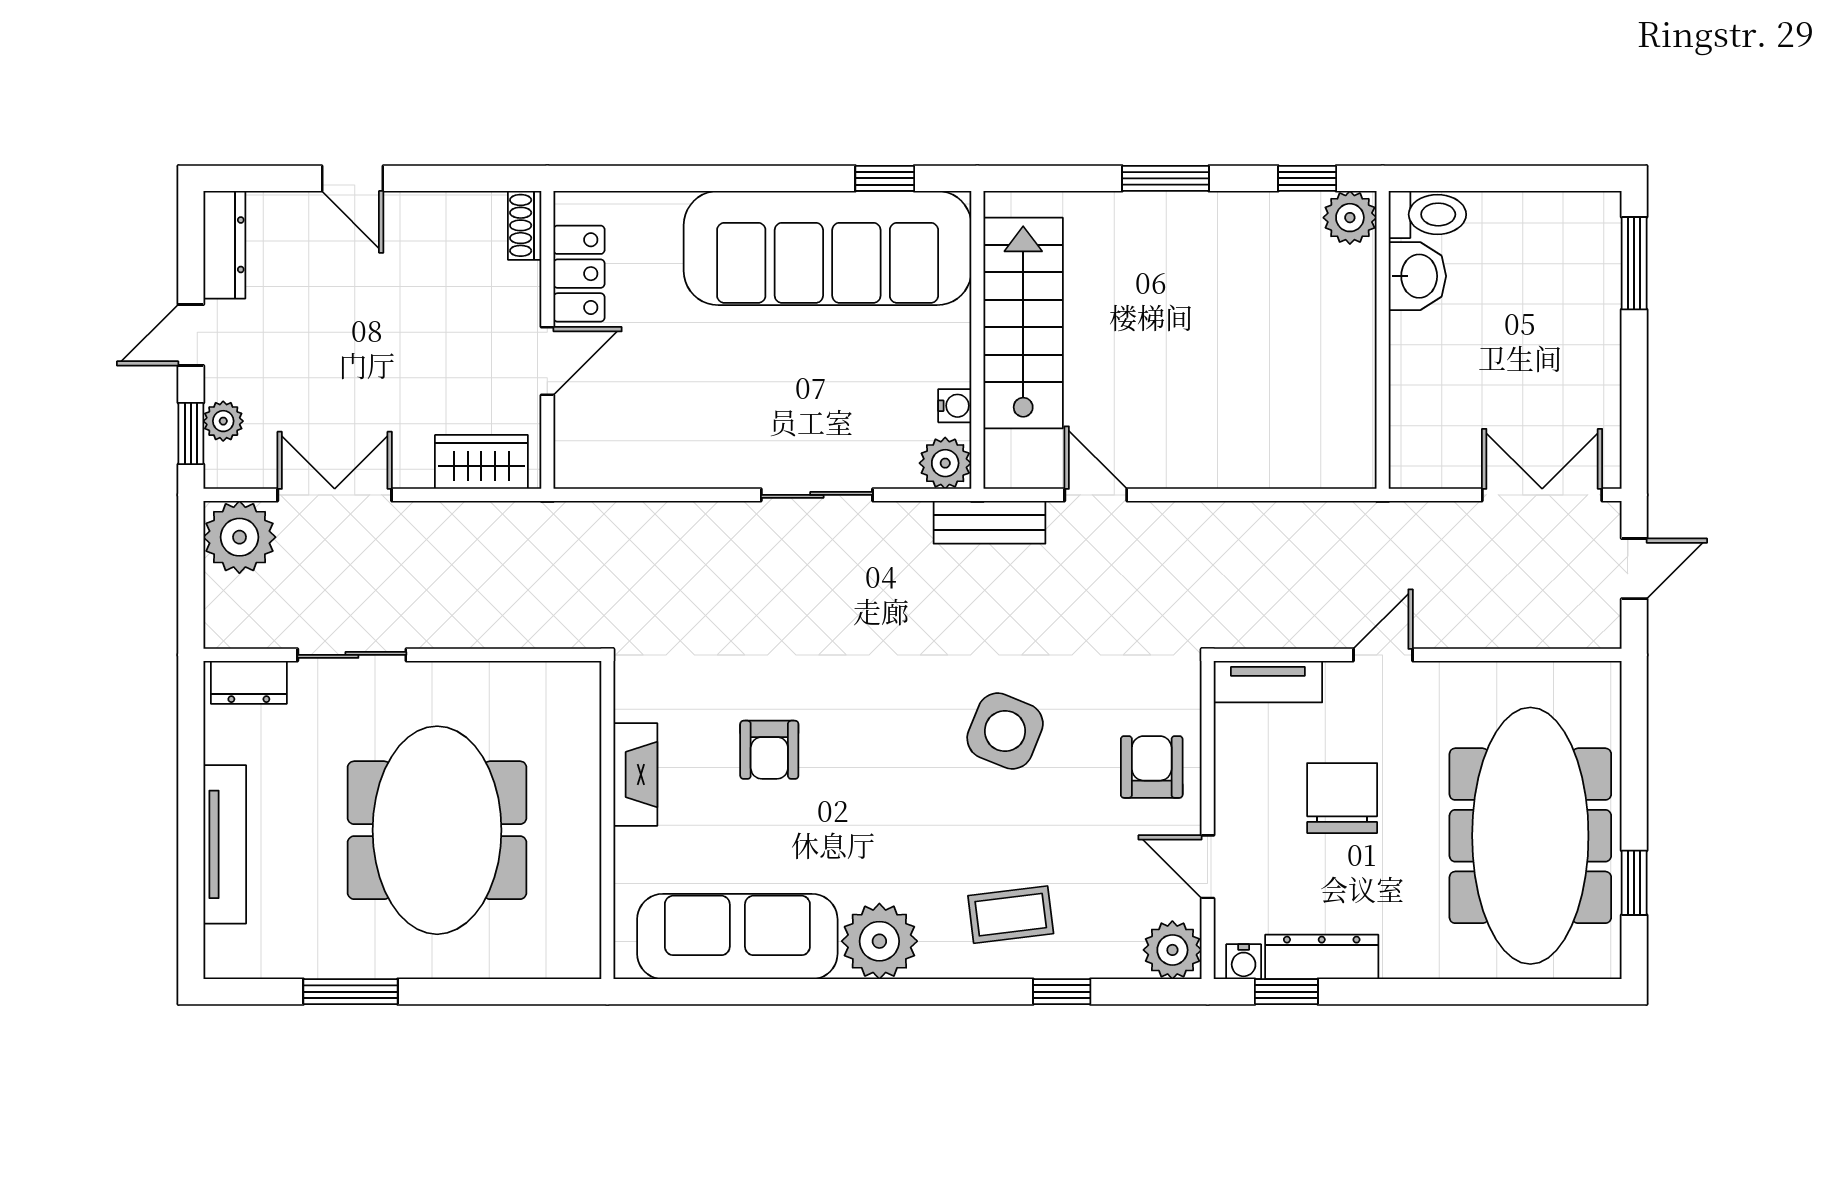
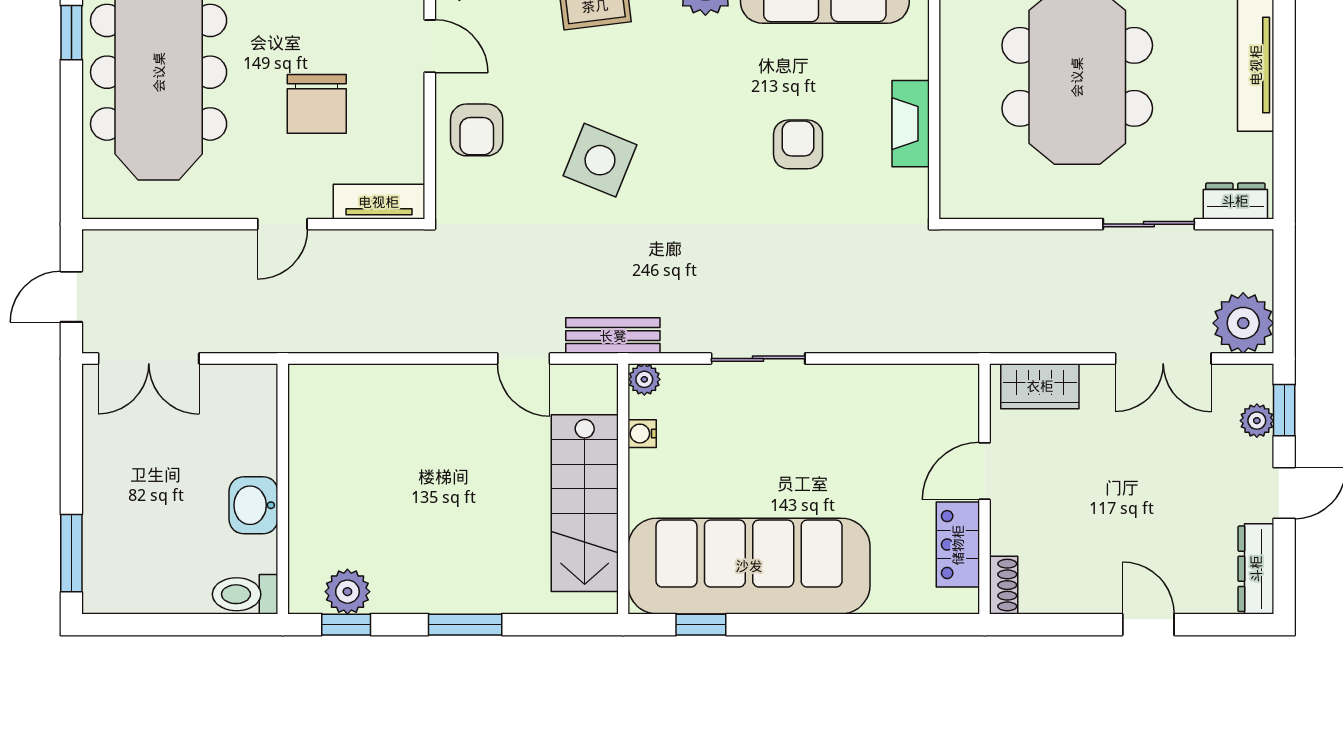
plant: (1350, 218) -> (347, 592), moved
washbasin: (1417, 276) -> (253, 505), moved
plant: (945, 463) -> (644, 379), width x0.73, depth x0.73

